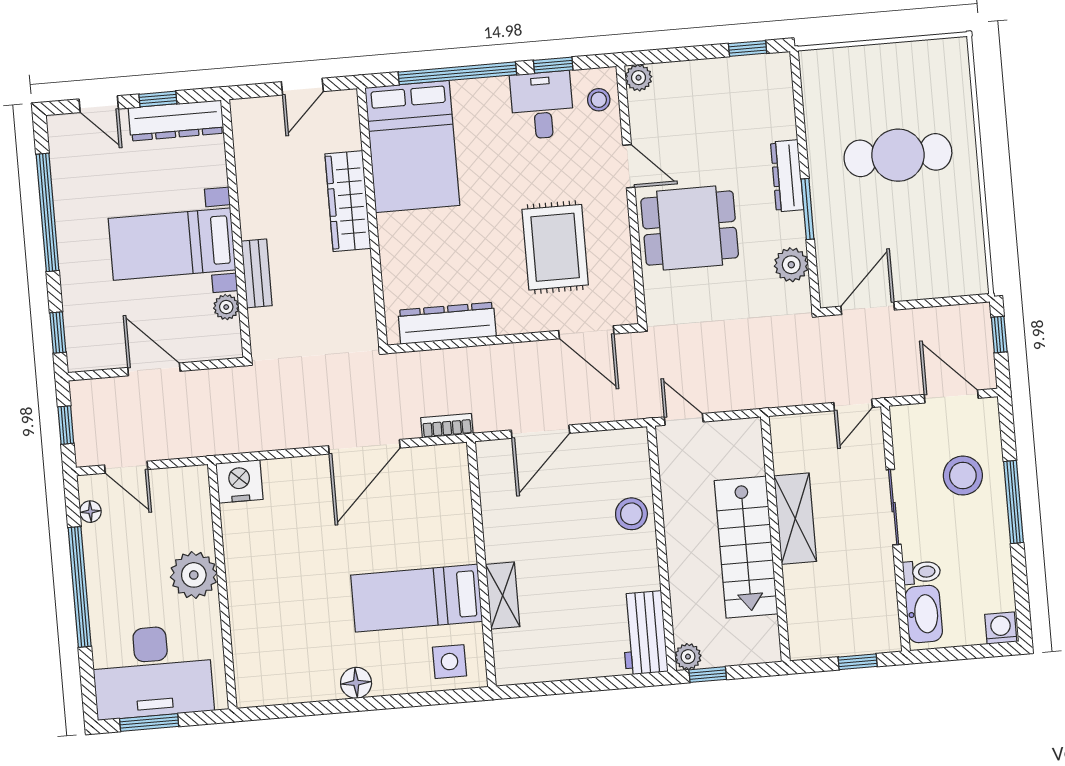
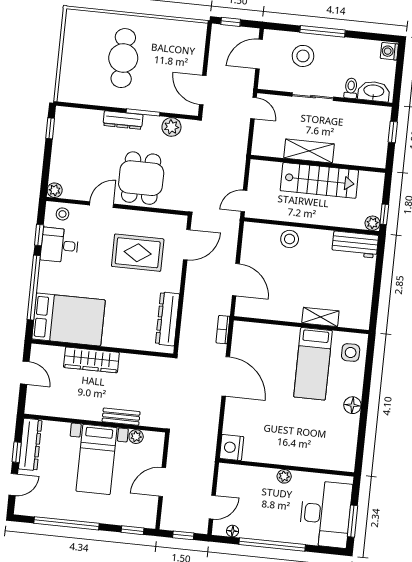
plant: (194, 575) -> (284, 476), width x0.53, depth x0.53

